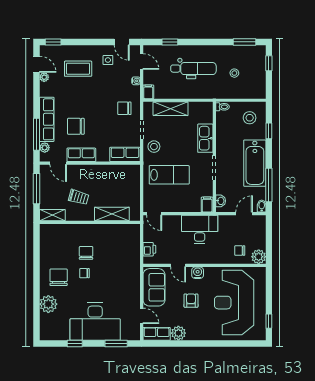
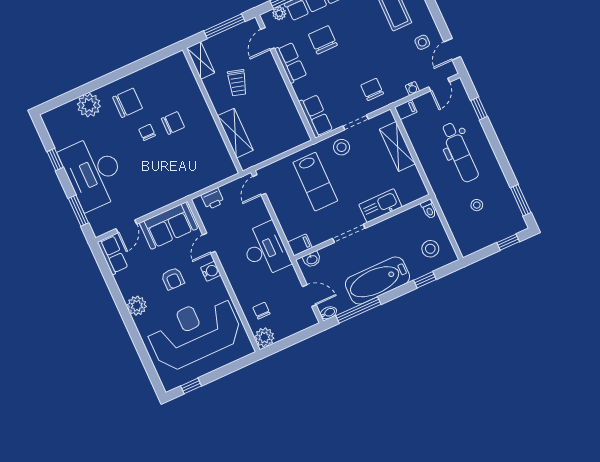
armchair: (191, 301) -> (173, 279), turned 90
plant: (178, 333) -> (137, 306), moved

